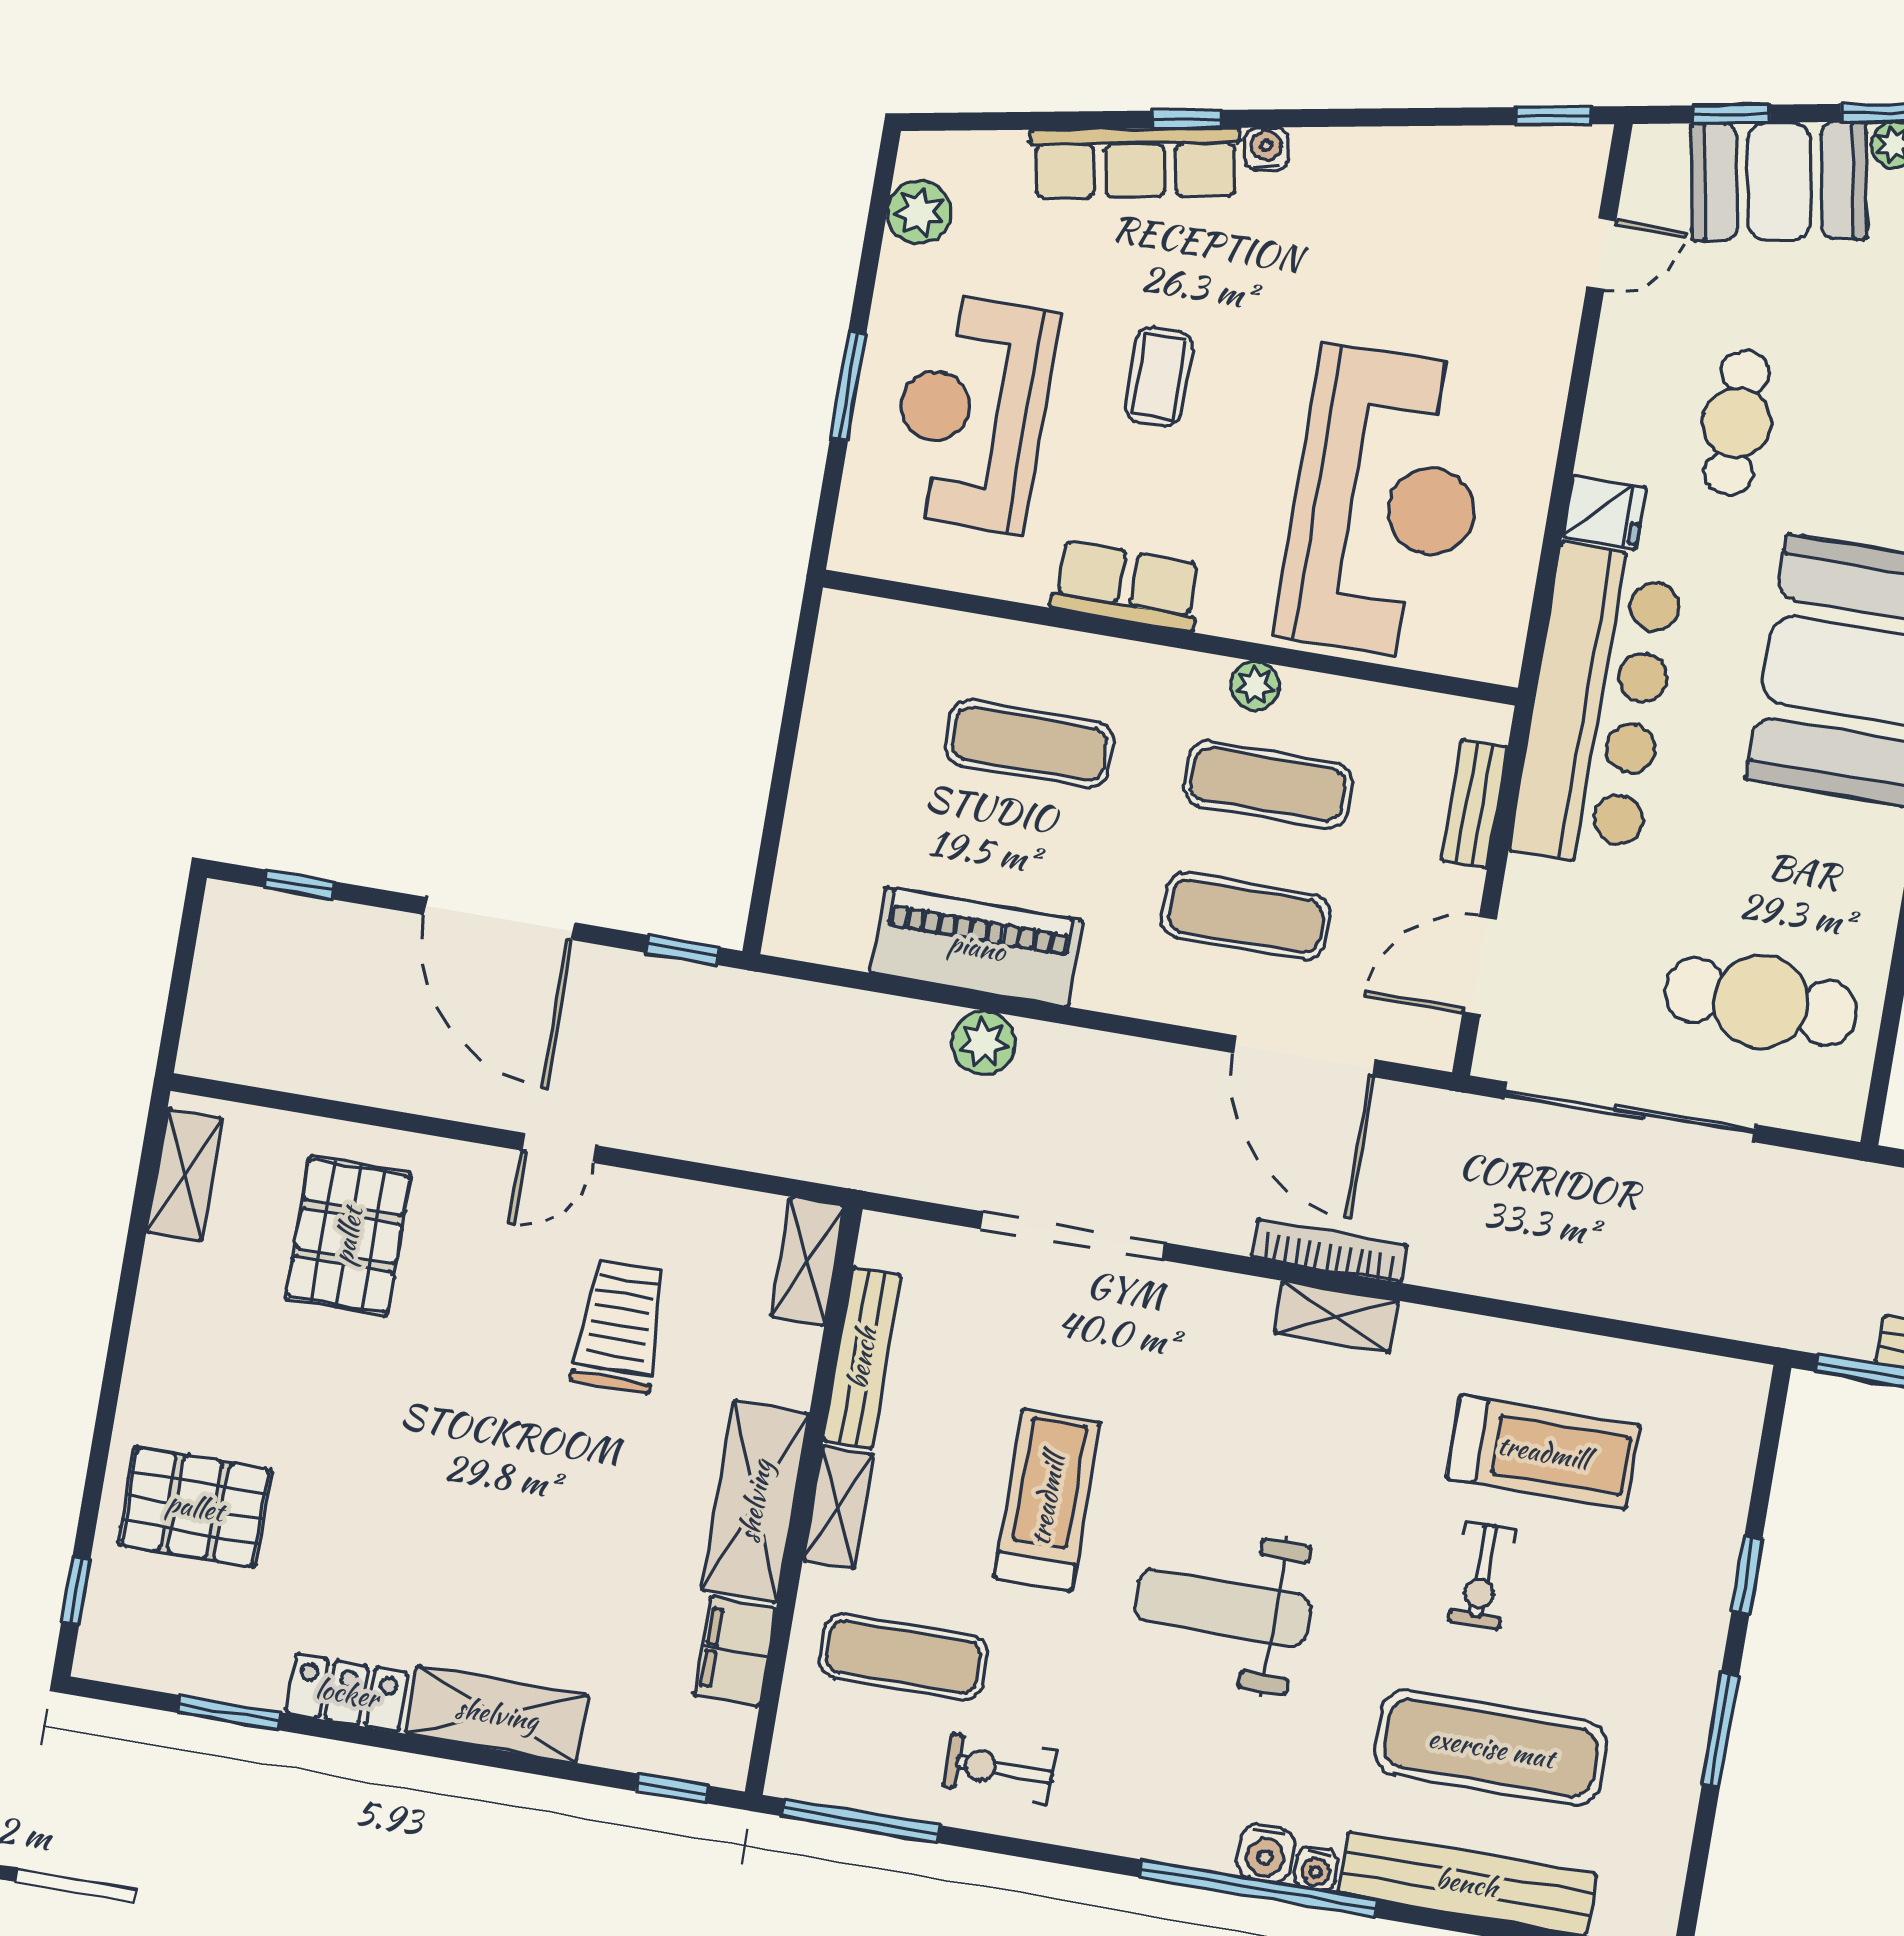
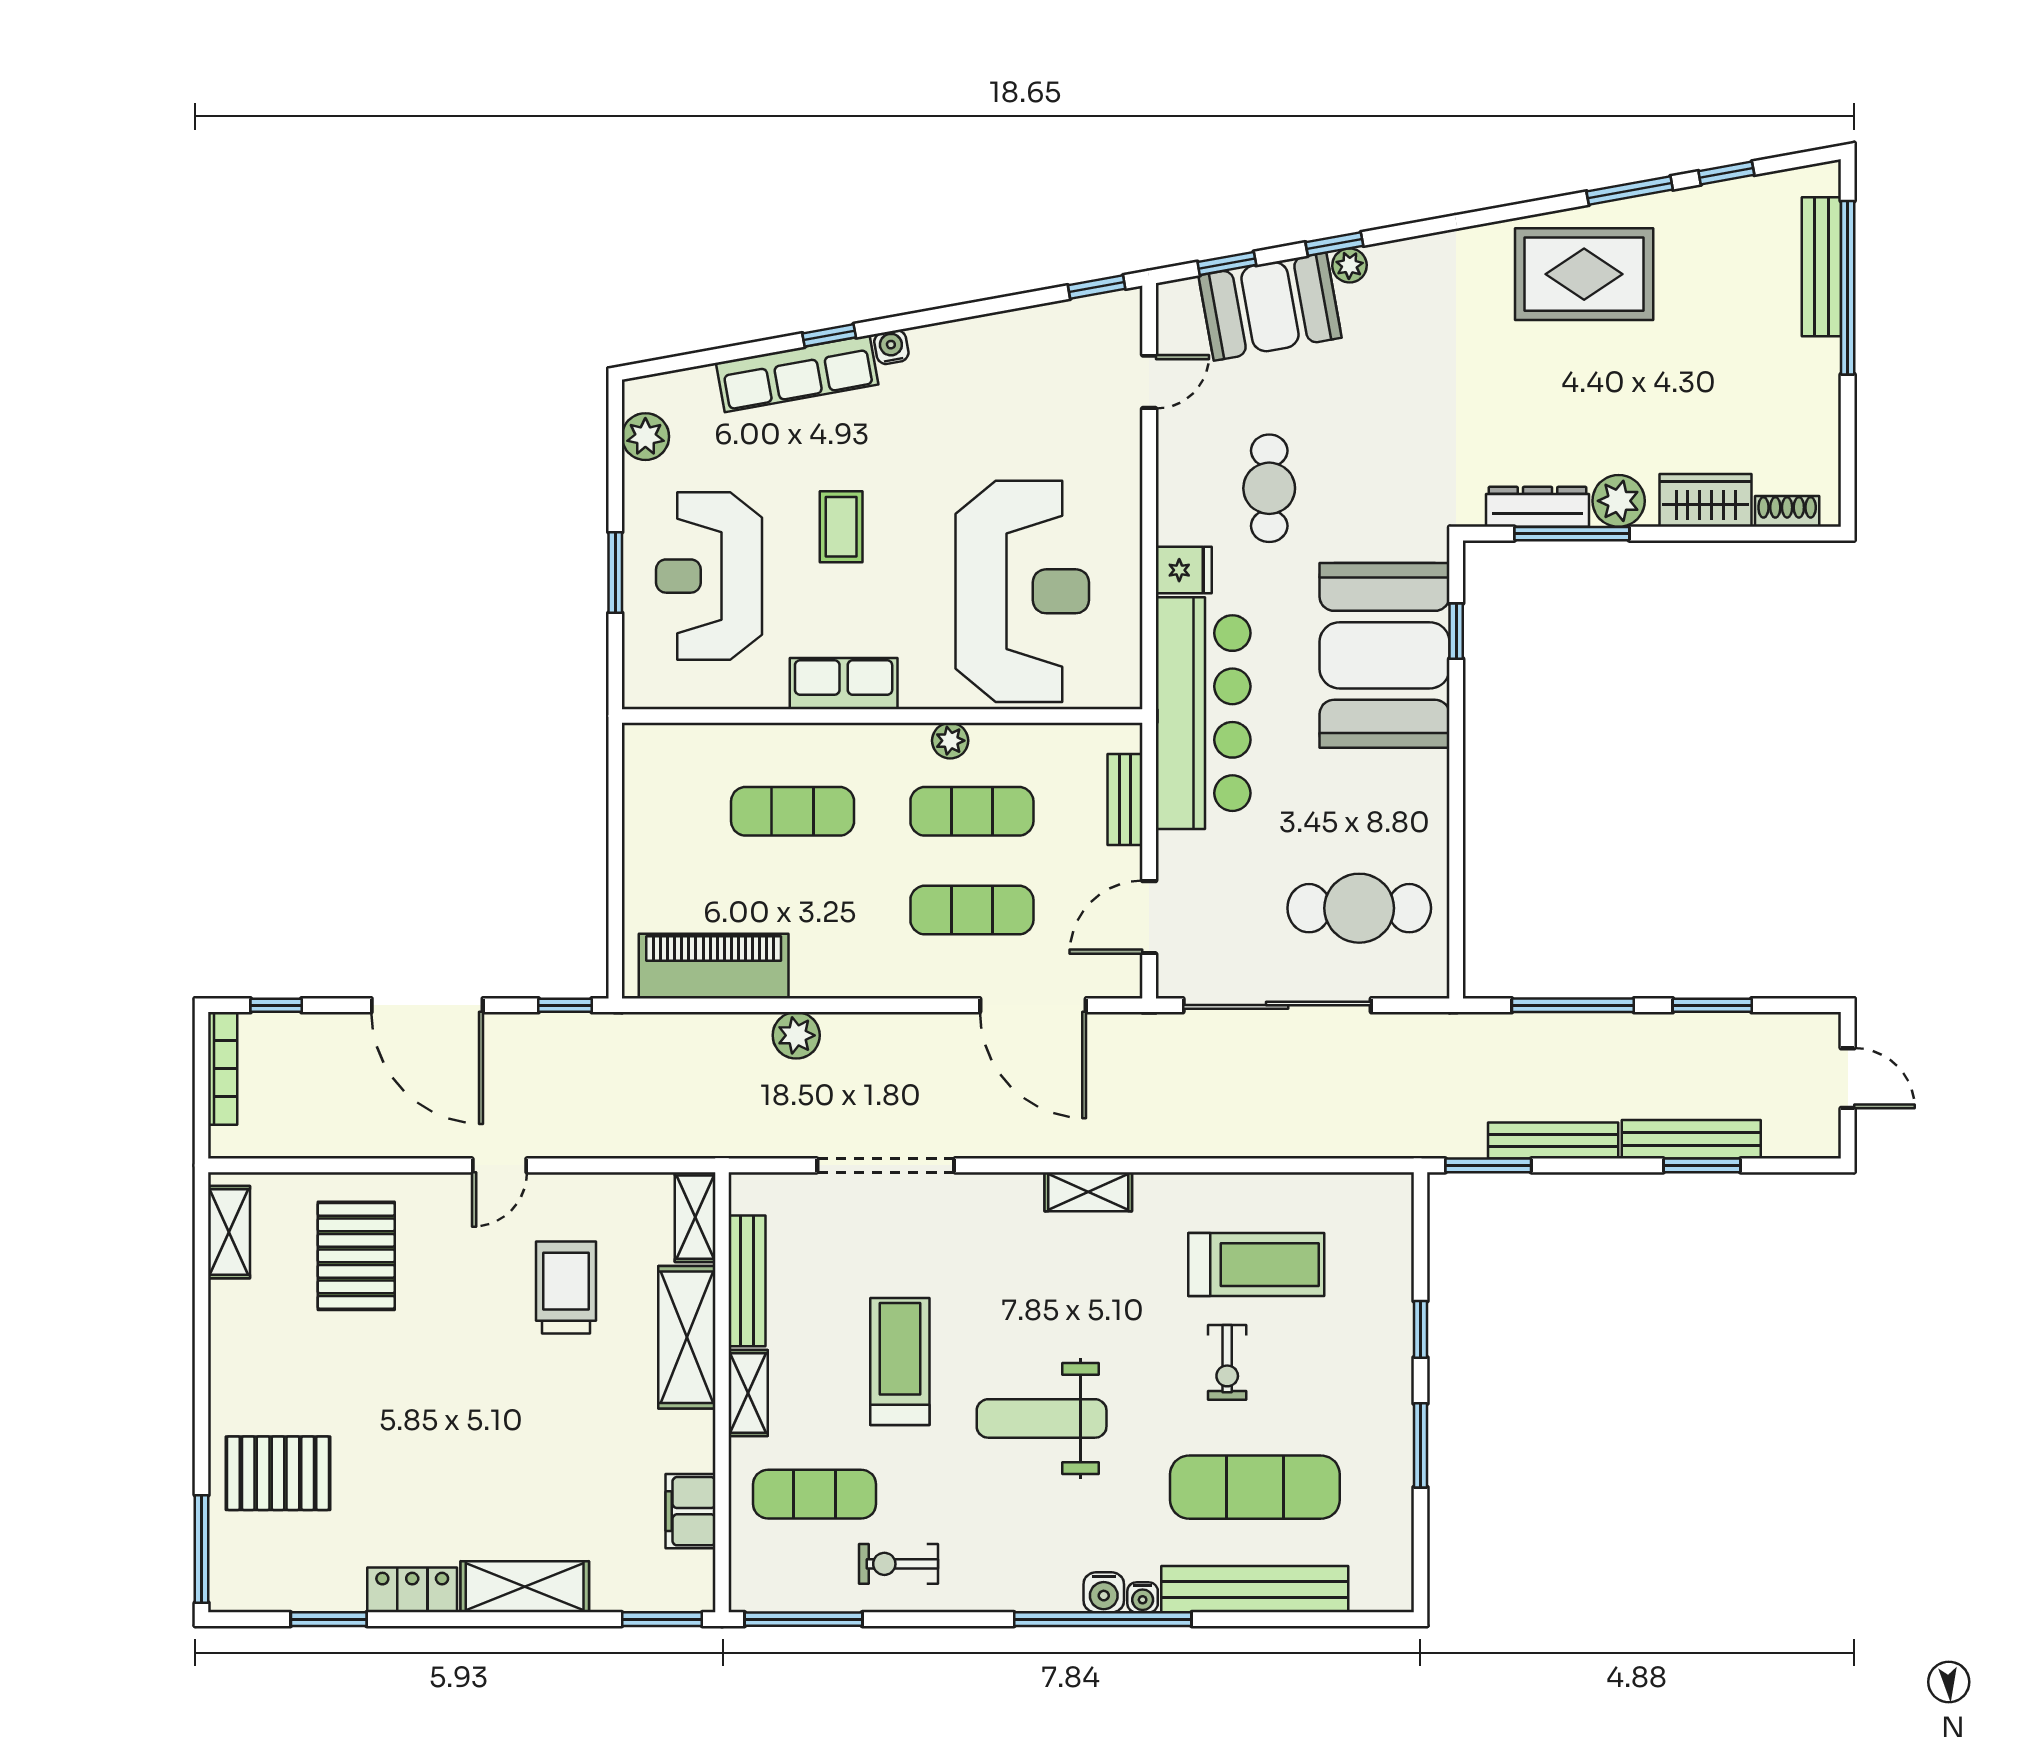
piano: (977, 947) -> (714, 966), moved
bookcase: (1329, 1251) -> (223, 1068), moved, turned 90
shelving: (755, 1501) -> (687, 1337), moved
window: (76, 1590) -> (202, 1549), width x2.17
window: (672, 1788) -> (662, 1619), width x1.50

